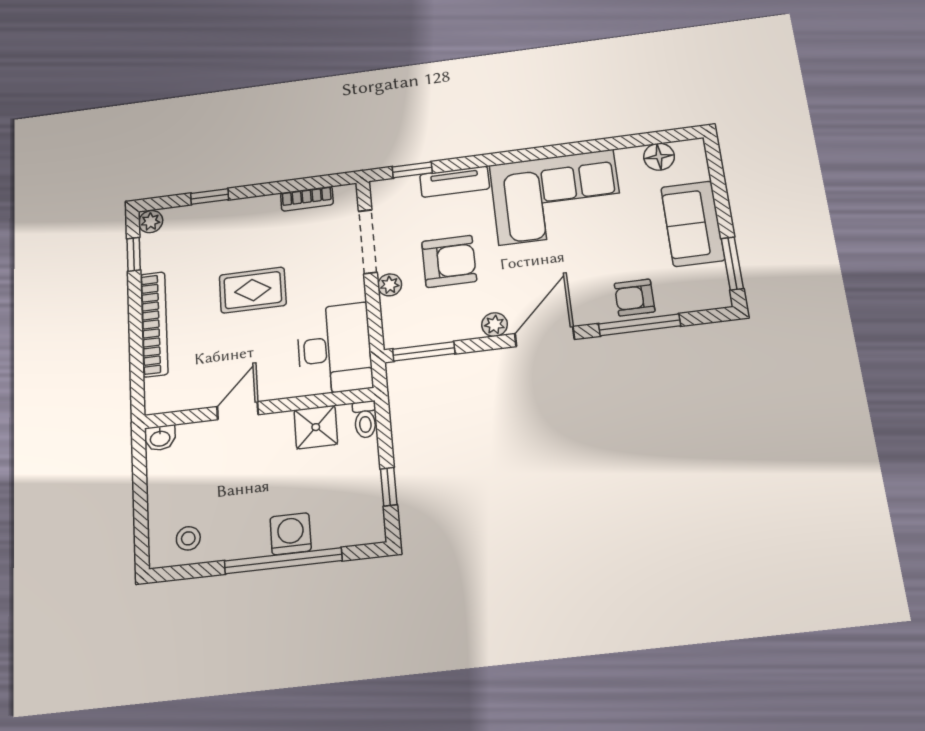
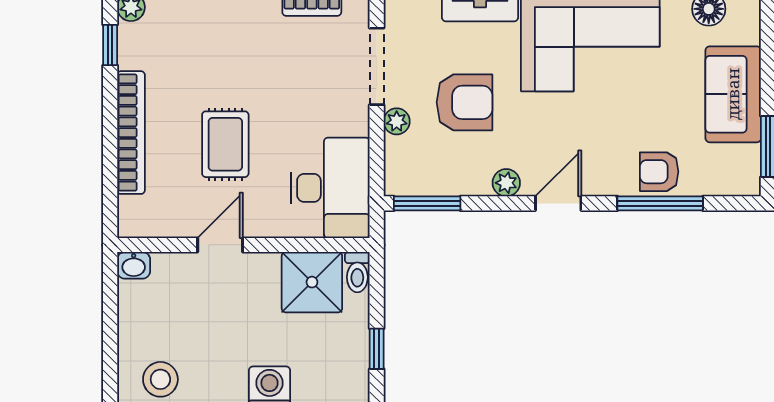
rug: (253, 290) -> (225, 144), moved, turned 90
door: (545, 337) -> (558, 203), width x0.73
shower: (316, 427) -> (312, 282), width x1.36, depth x1.36
stool: (188, 538) -> (160, 379), width x1.37, depth x1.37

